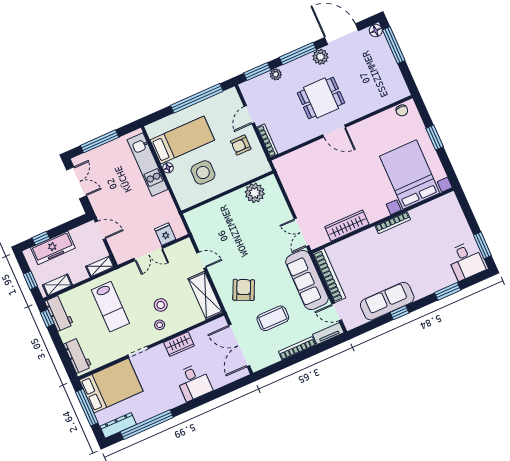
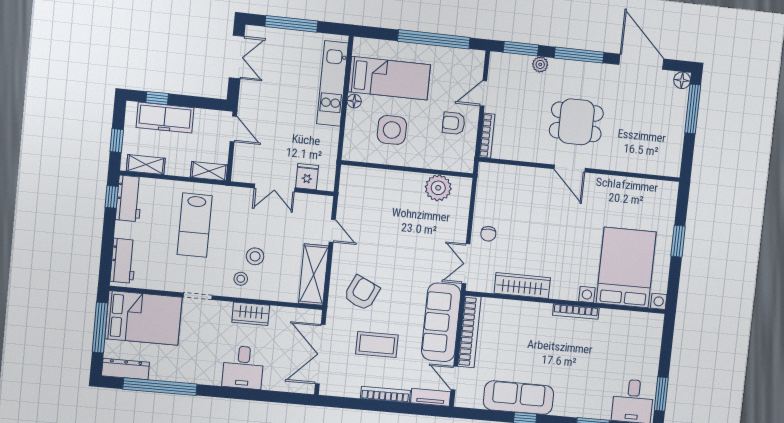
plant: (320, 57) -> (603, 74), removed
chair: (402, 110) -> (488, 234), moved

